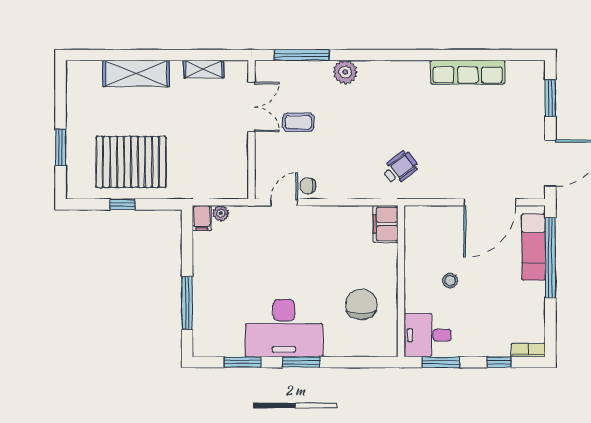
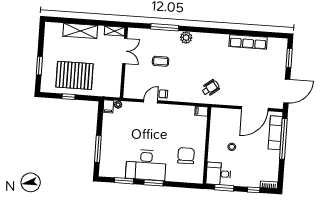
double door: (251, 107) -> (125, 51), moved
wall: (251, 130) -> (124, 63), moved
filing cabinet: (385, 224) -> (201, 111), width x0.50

